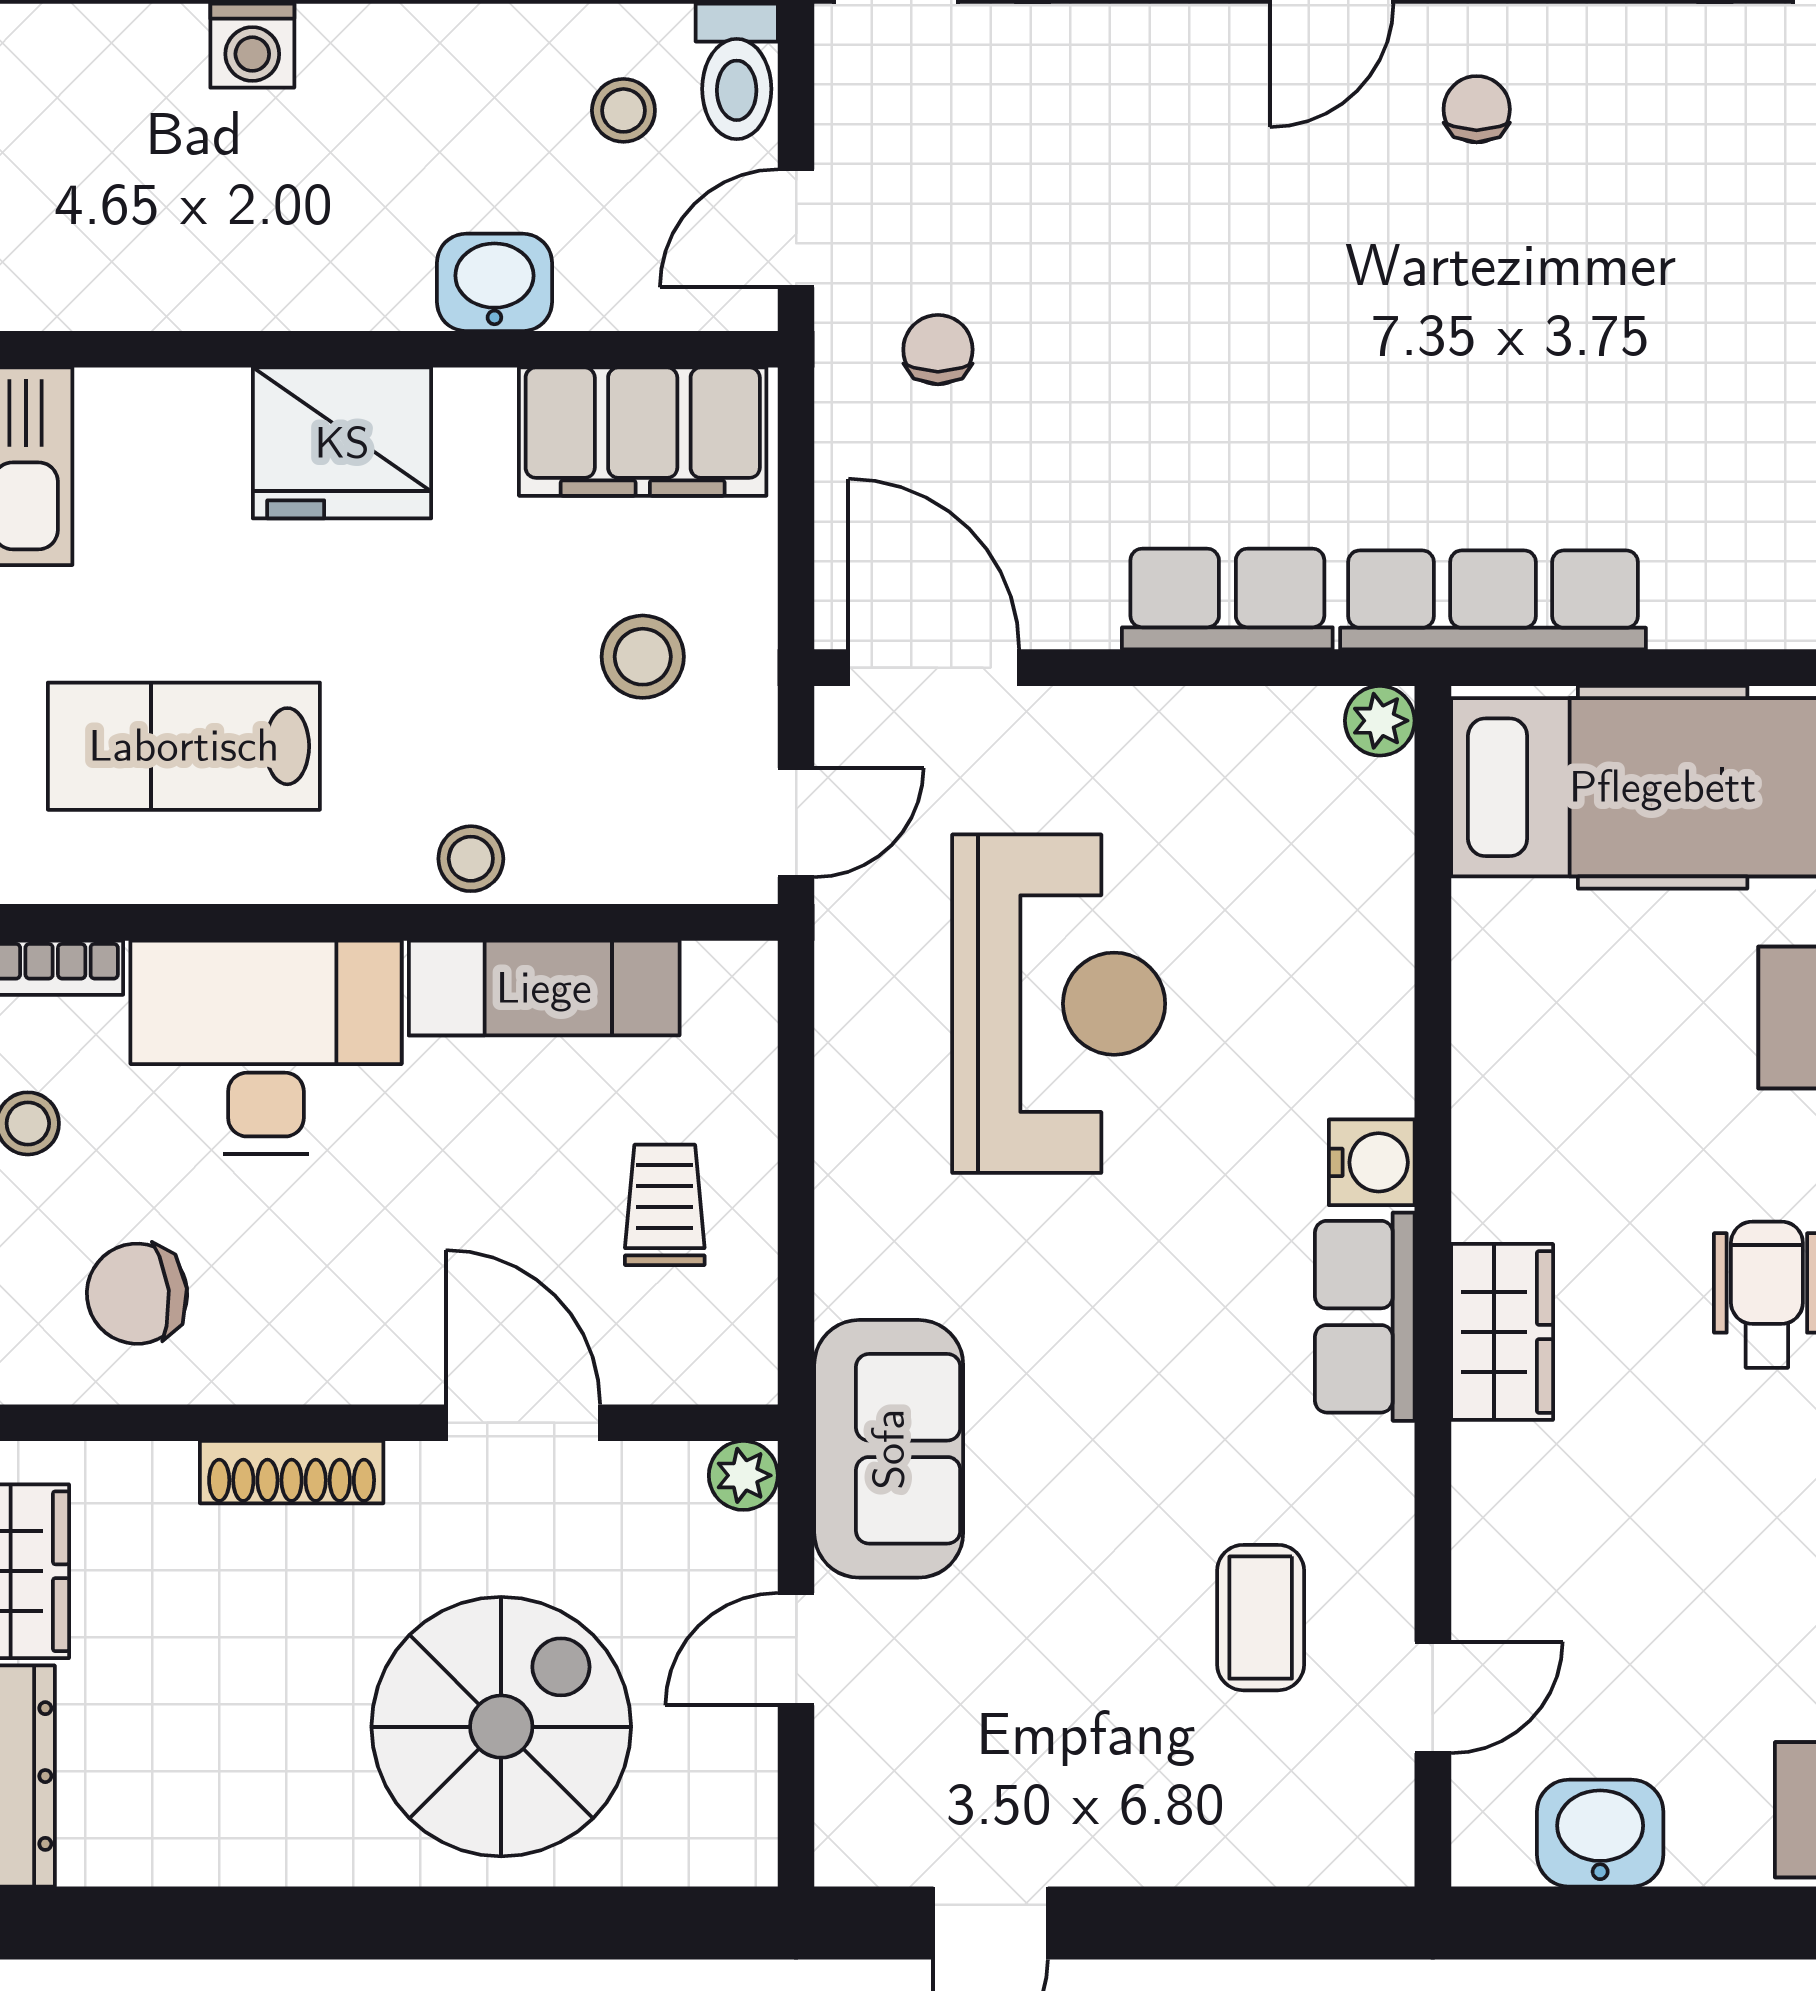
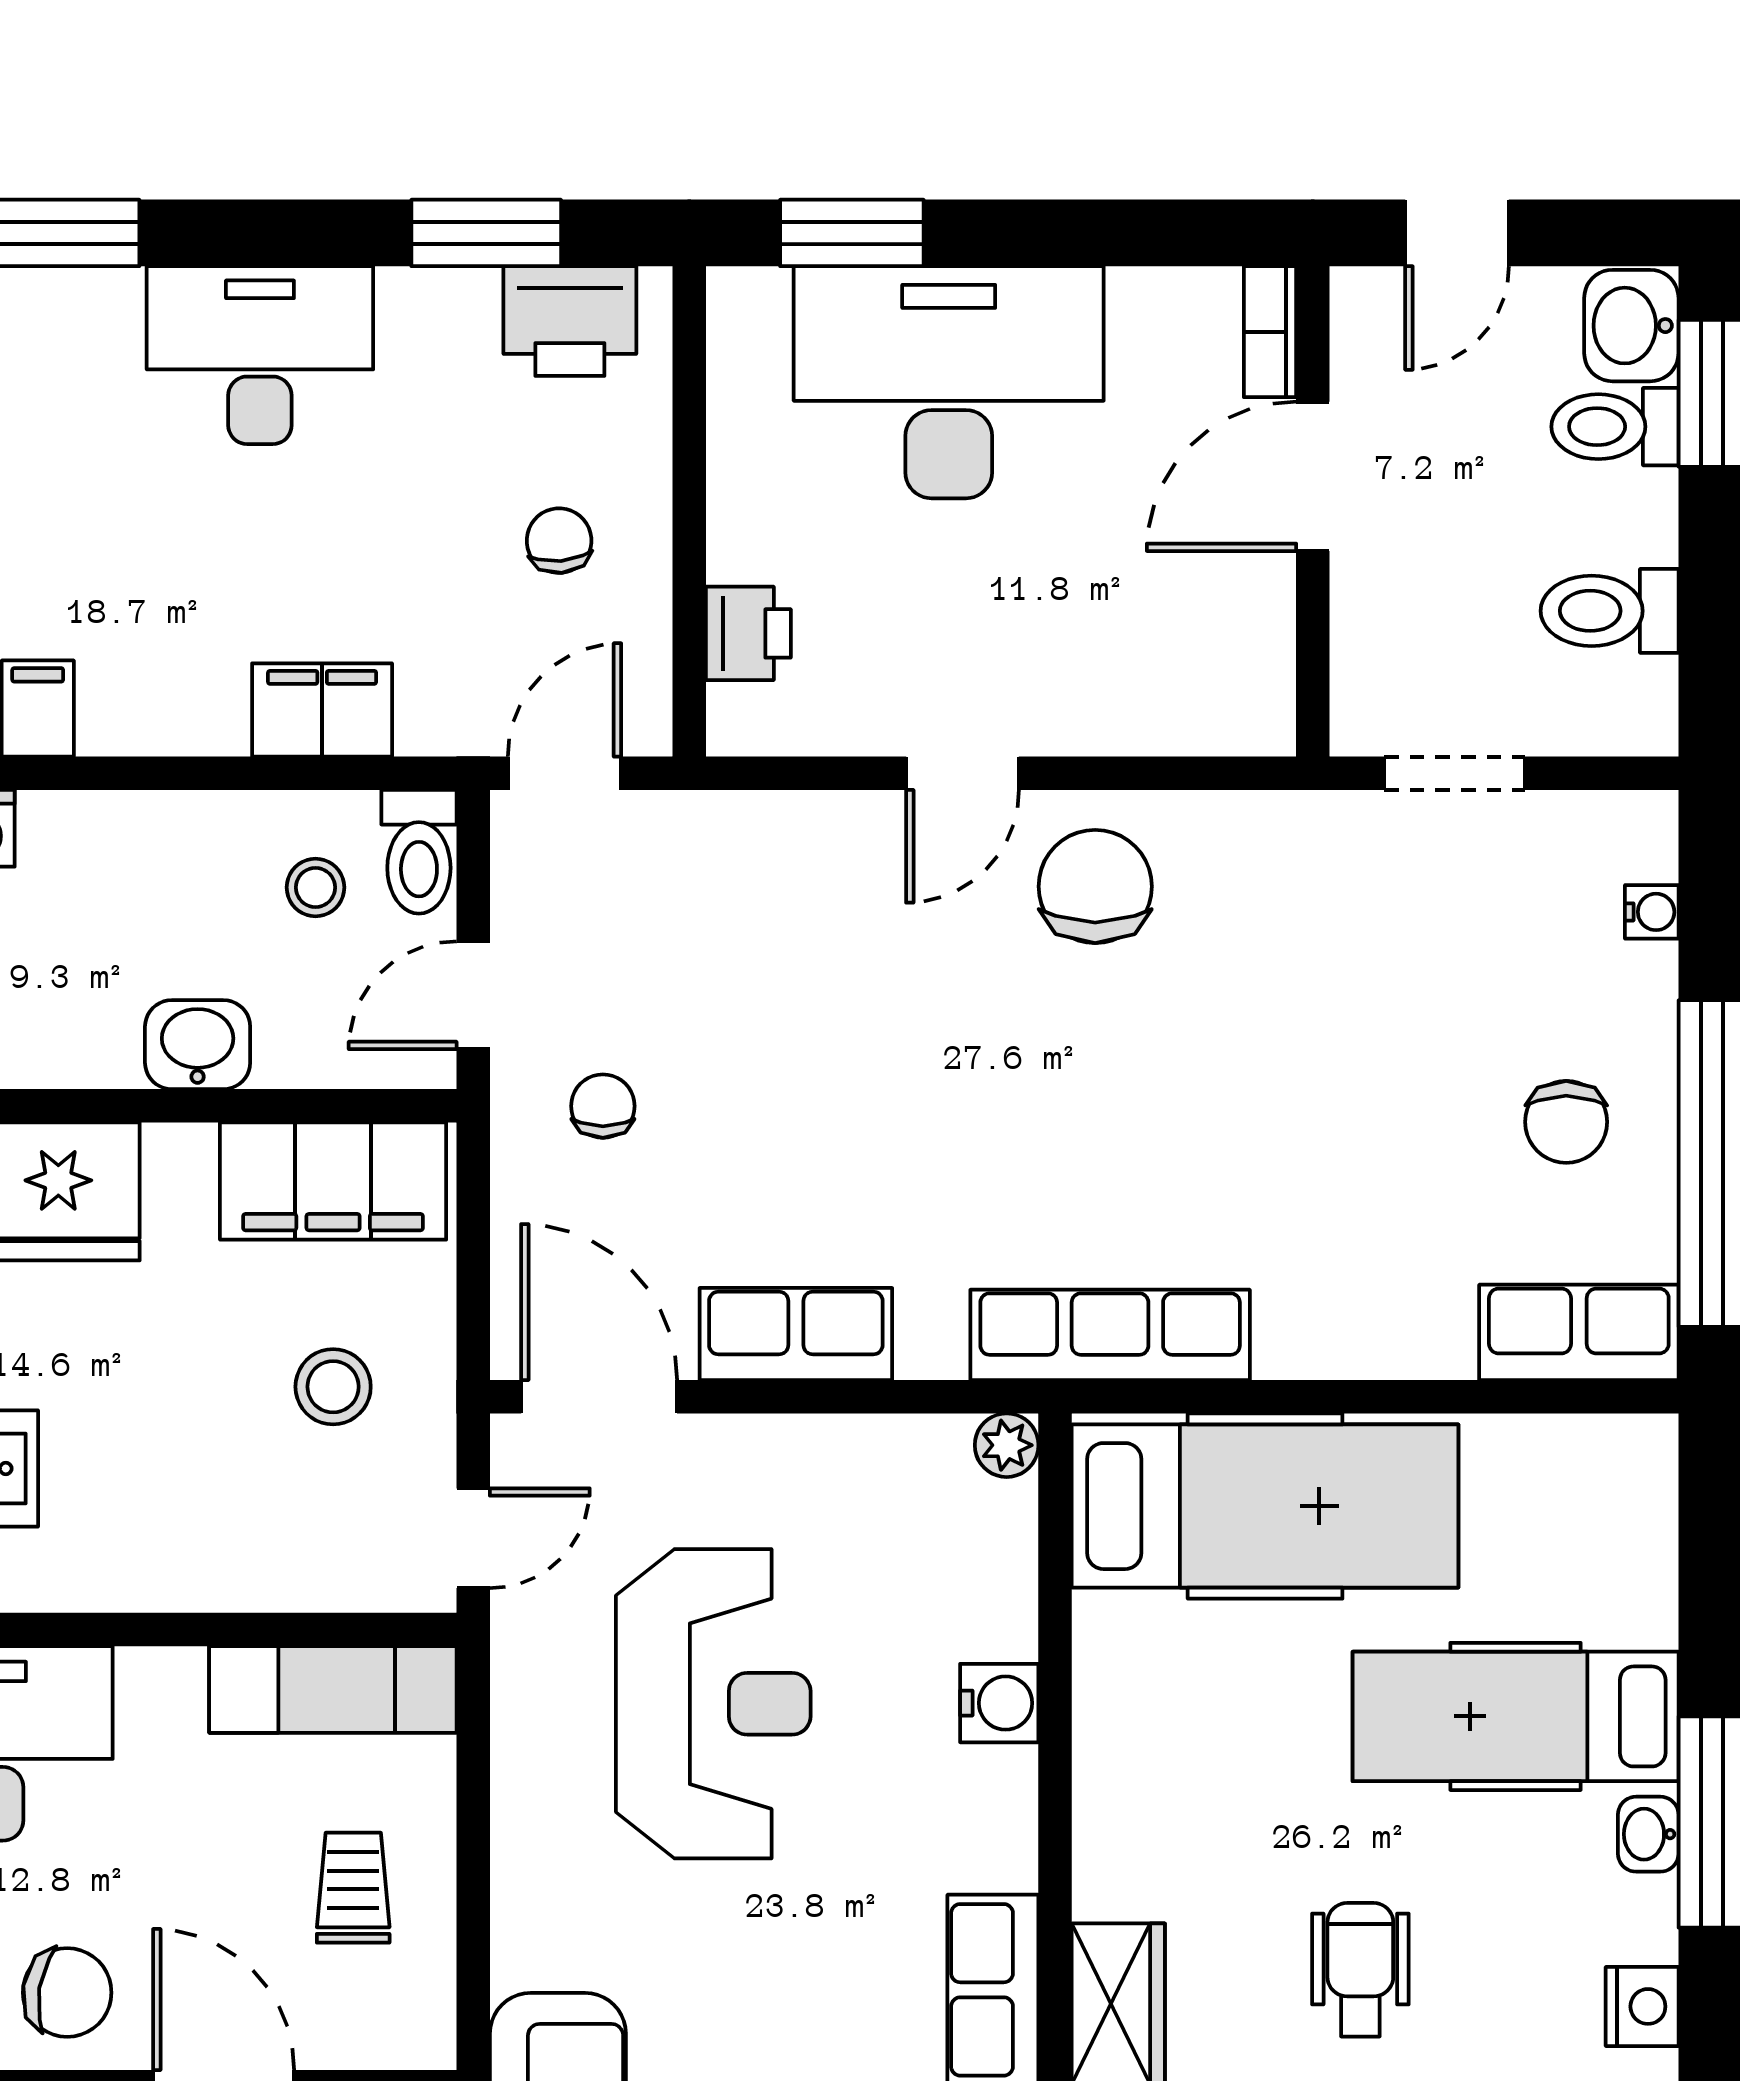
chair: (1477, 109) -> (1095, 886), width x1.87, depth x1.87
row of seats: (1227, 599) -> (796, 1334), moved
stool: (471, 859) -> (176, 1571), removed
exam couch: (544, 988) -> (333, 1689), moved
water cooler: (1372, 1162) -> (999, 1703), moved
chair: (352, 1320) -> (67, 1993), added

